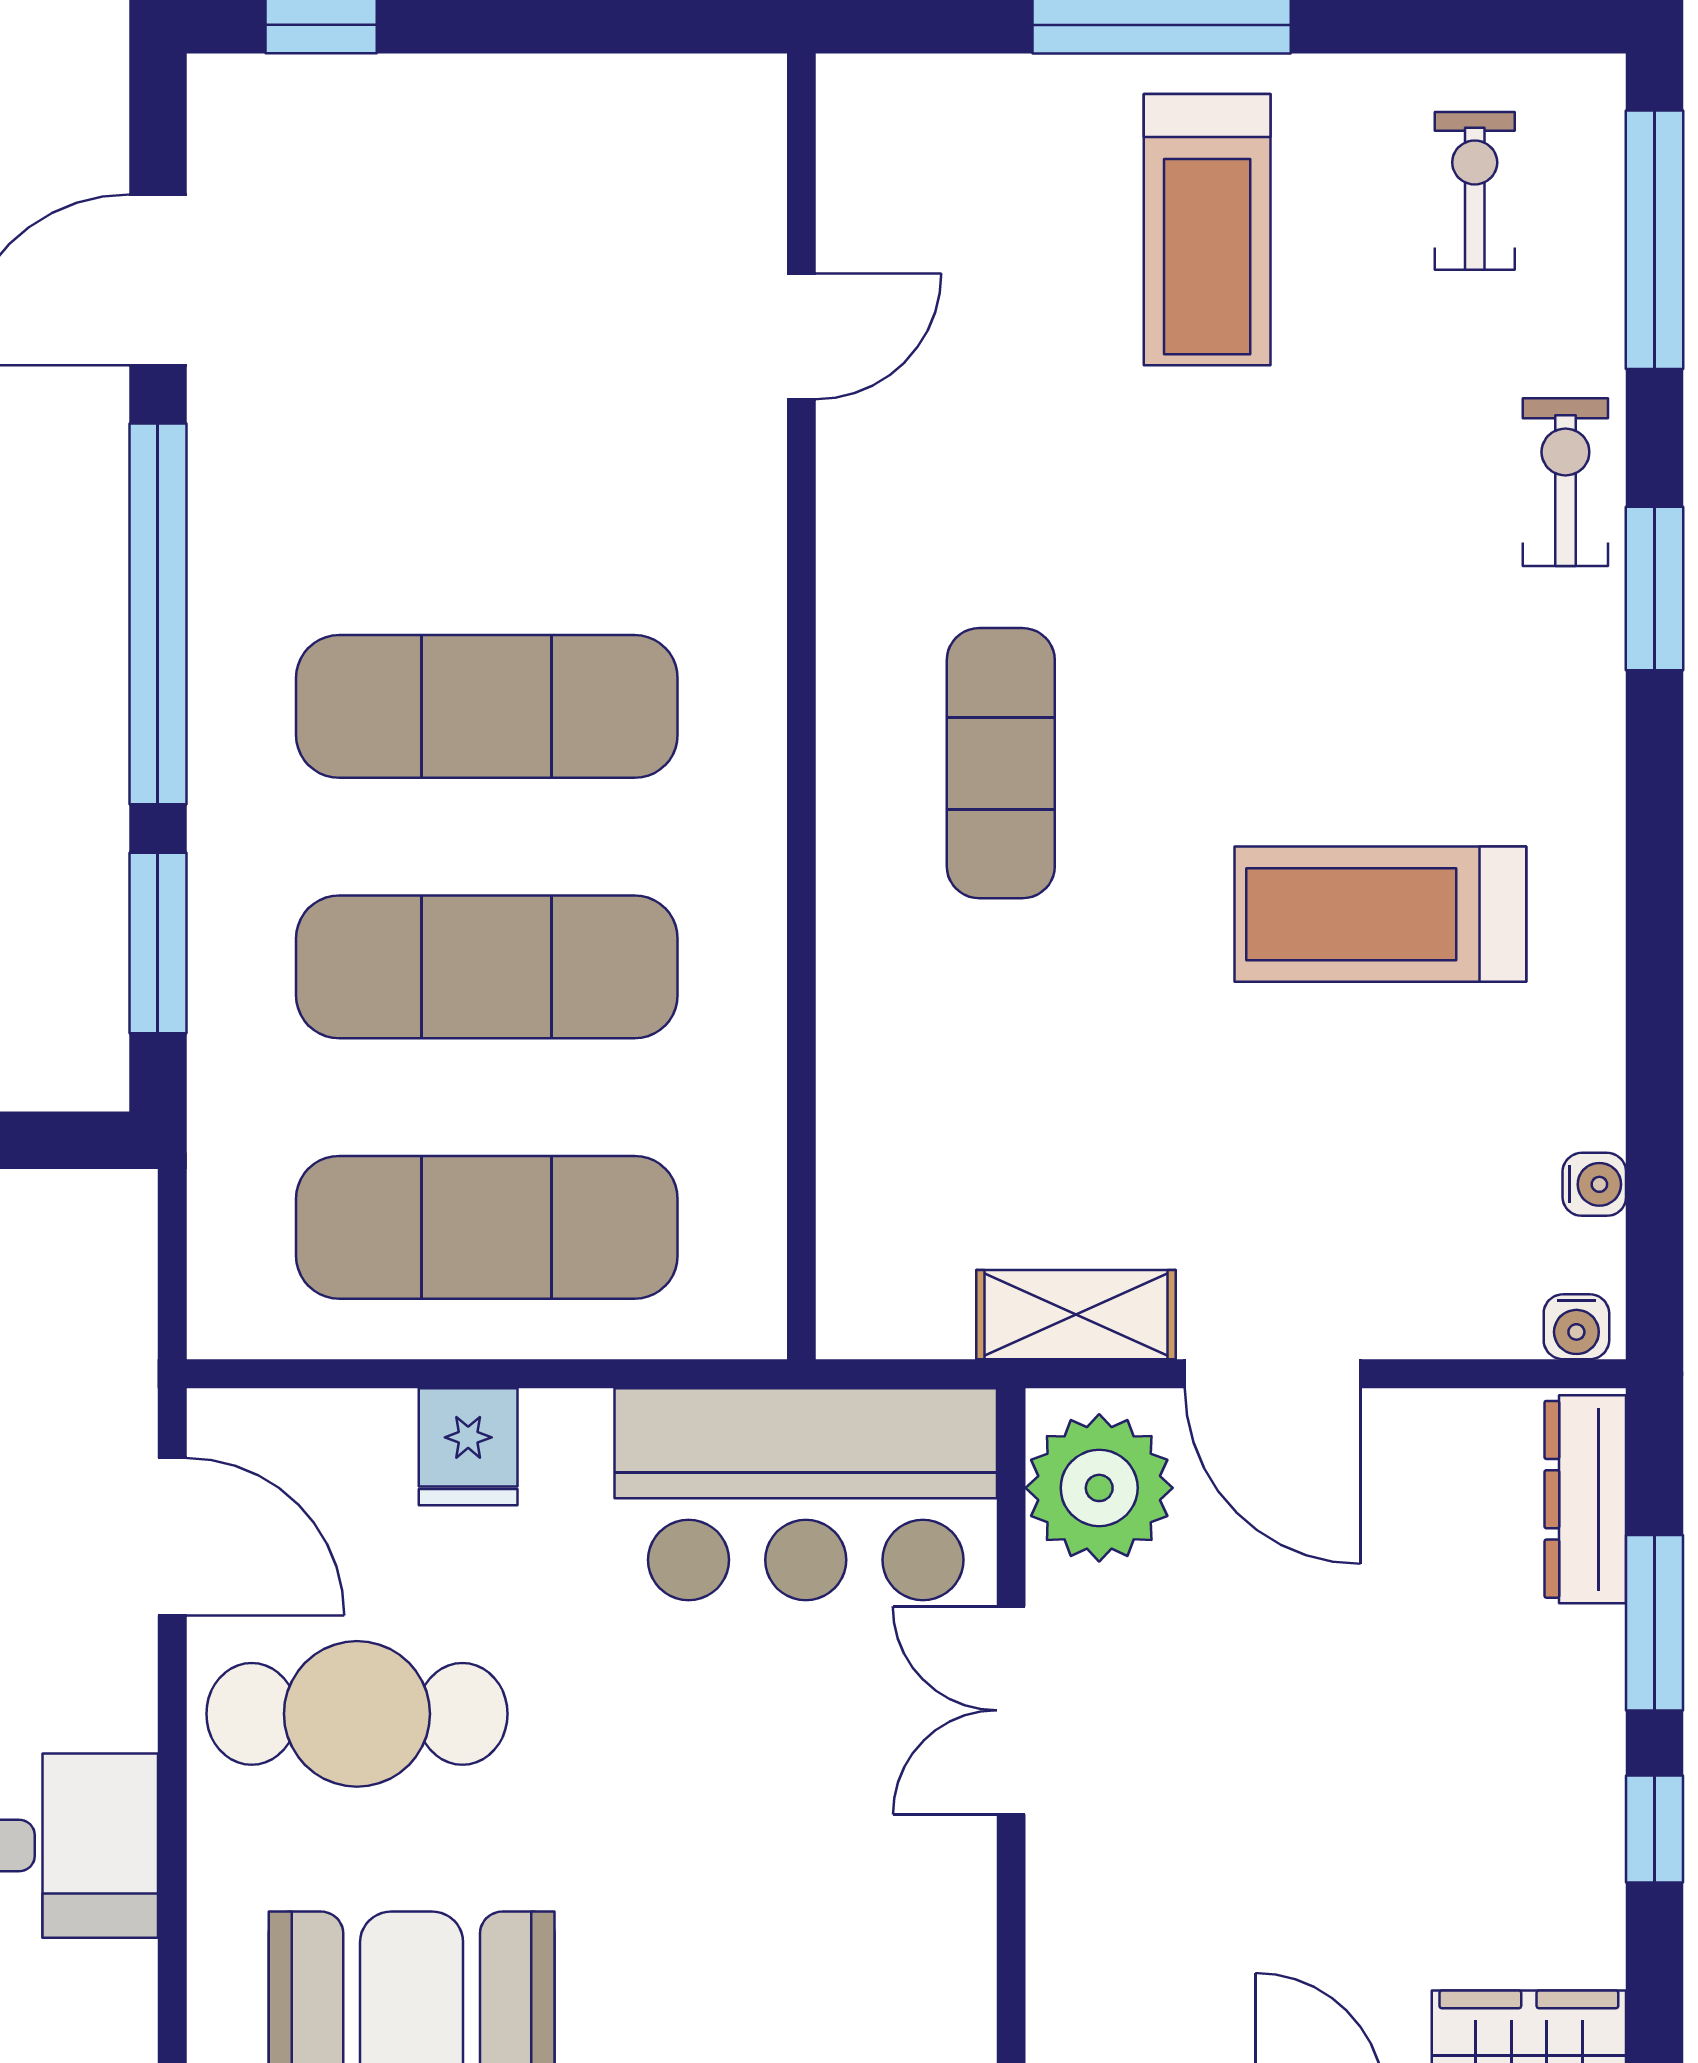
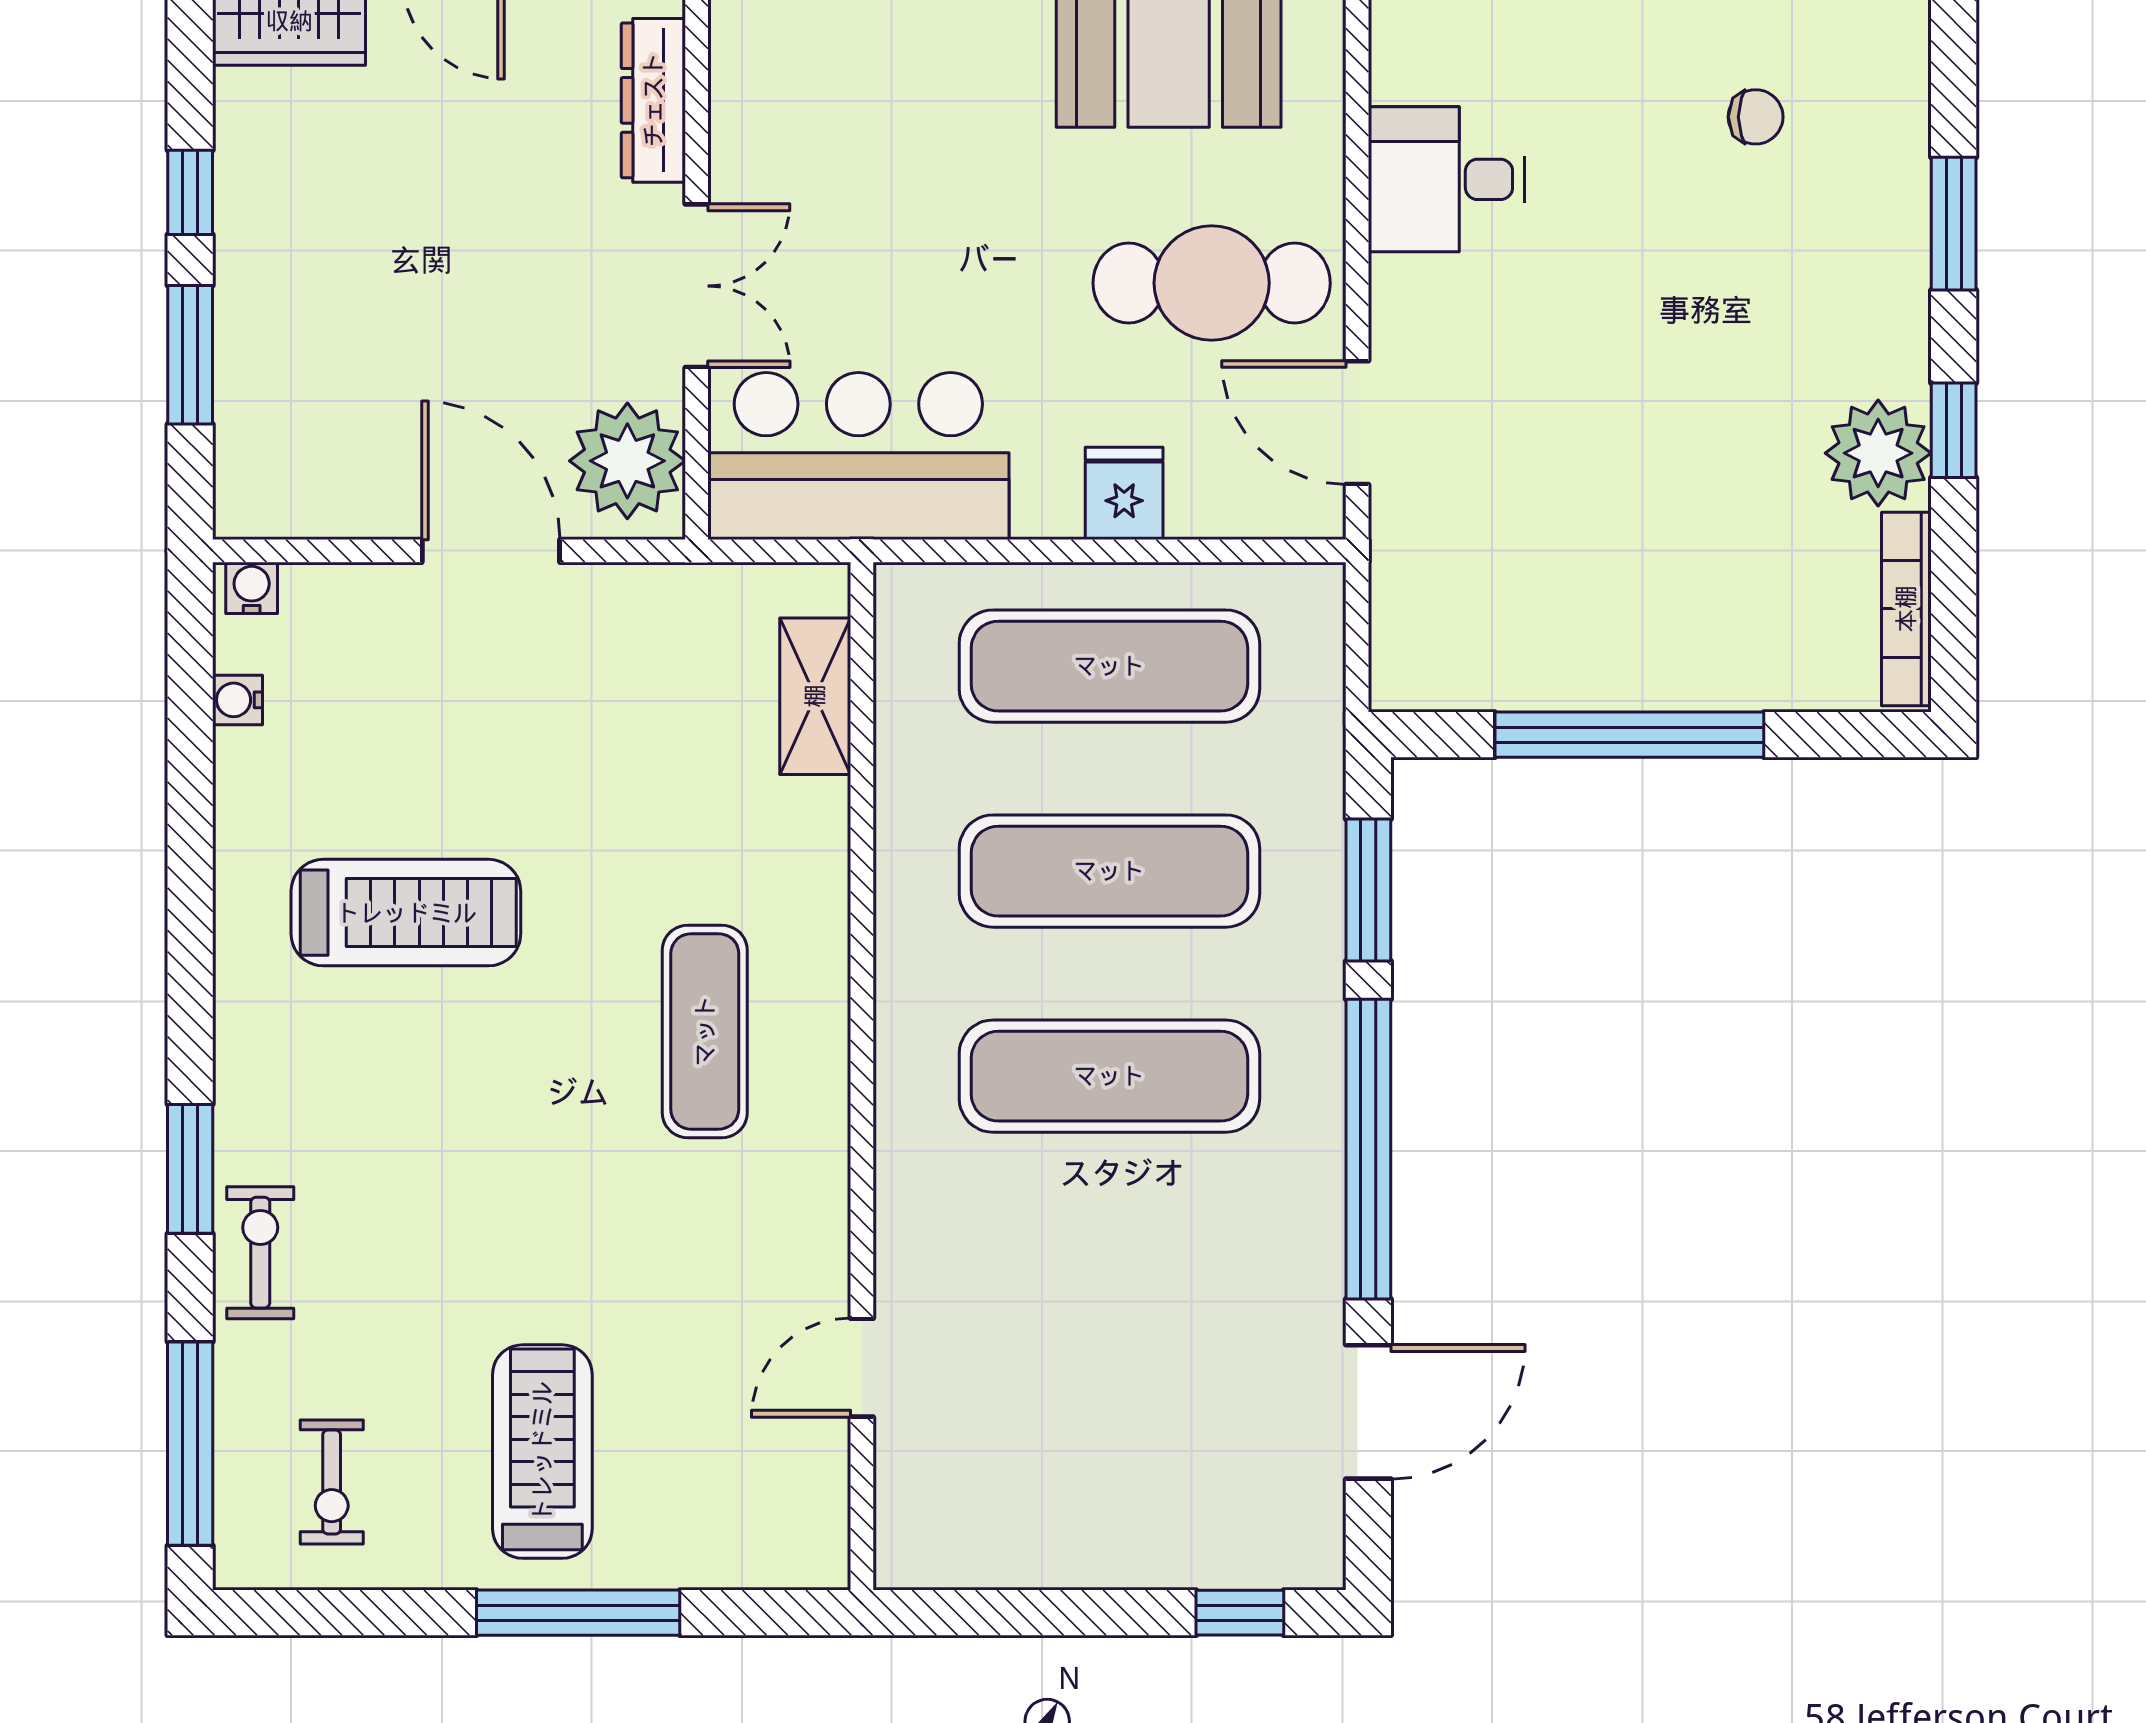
exercise bike: (1565, 482) -> (260, 1253), turned 180
shelving: (1076, 1315) -> (815, 696), moved, turned 90
dresser: (1585, 1499) -> (653, 100), moved, turned 180

